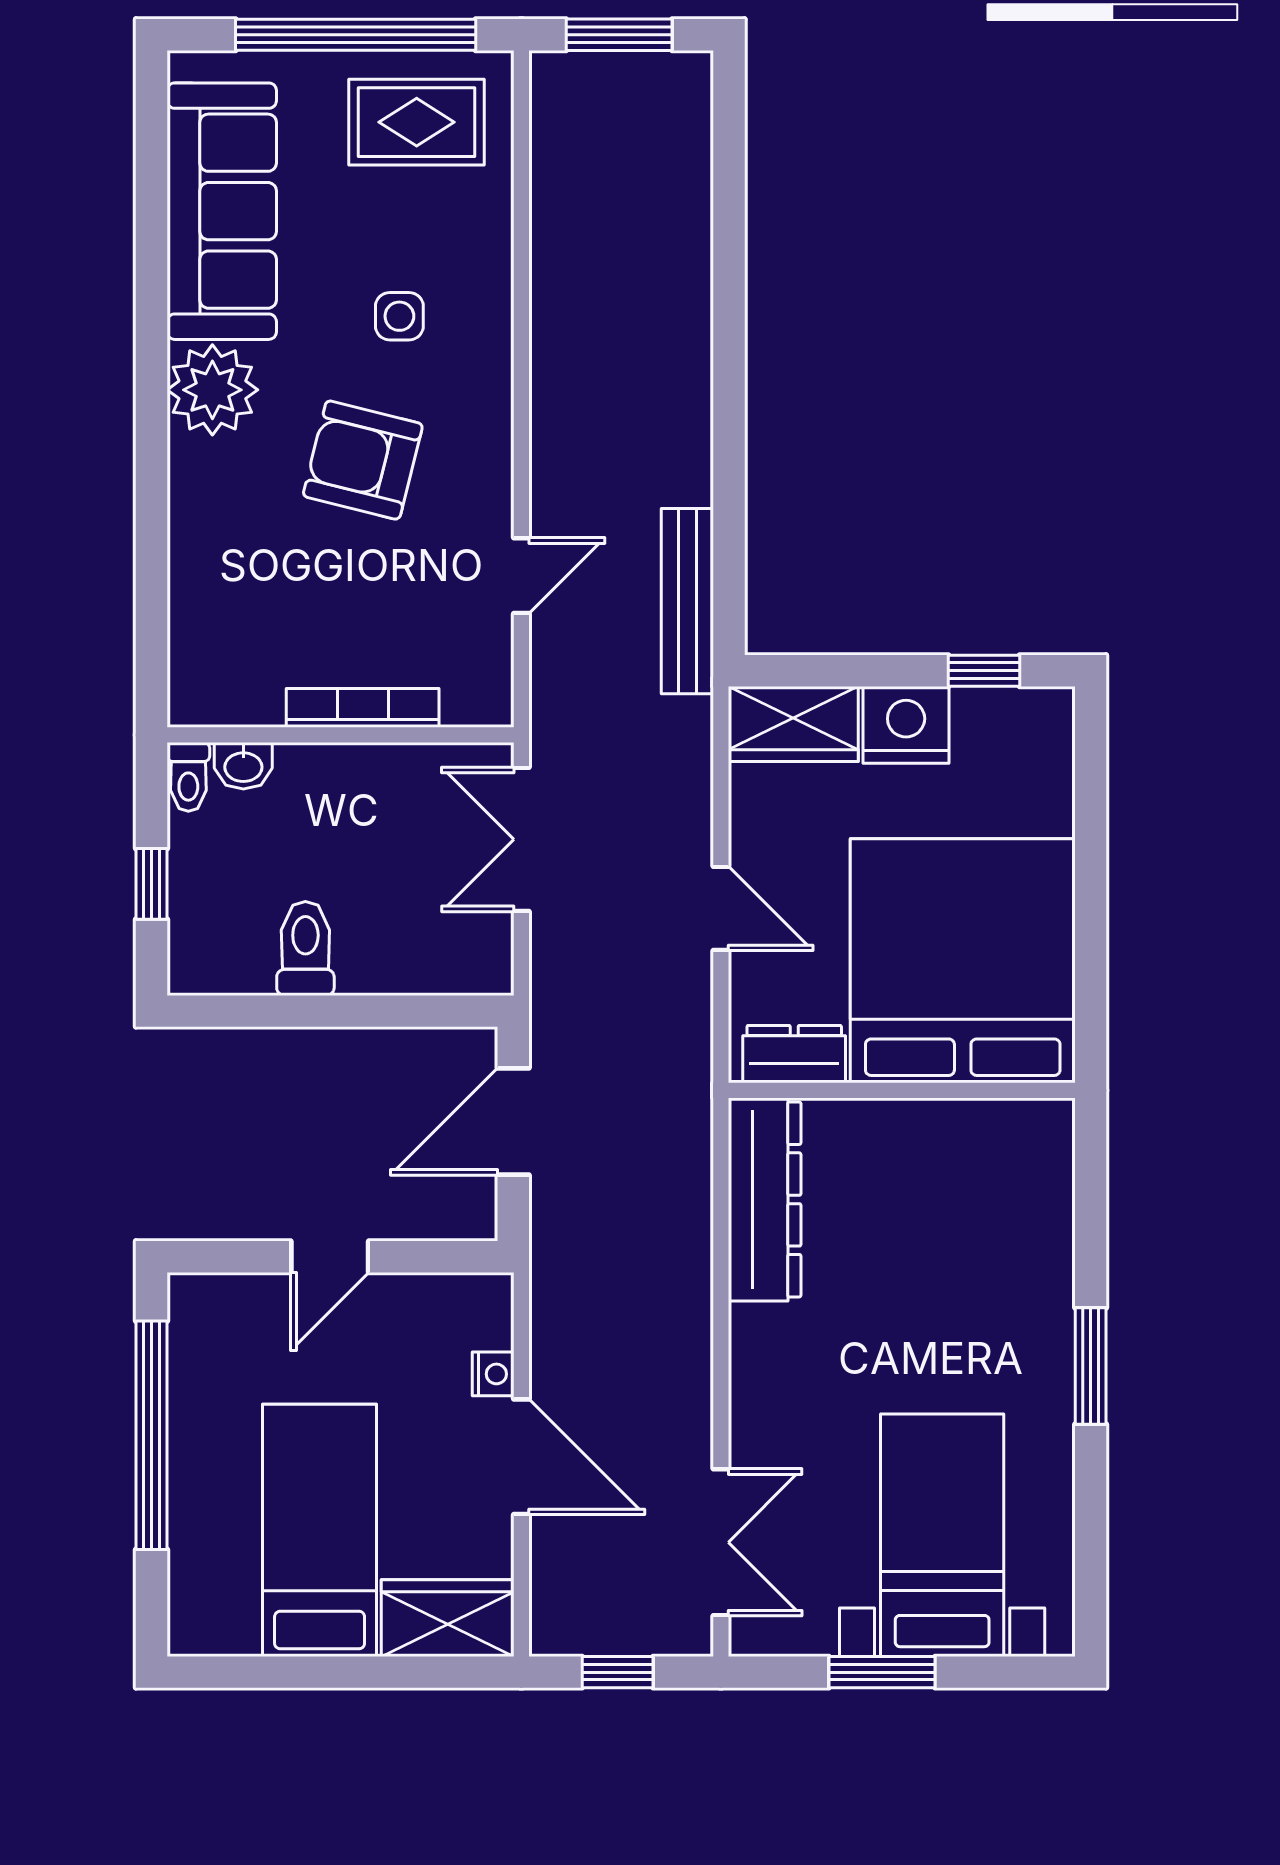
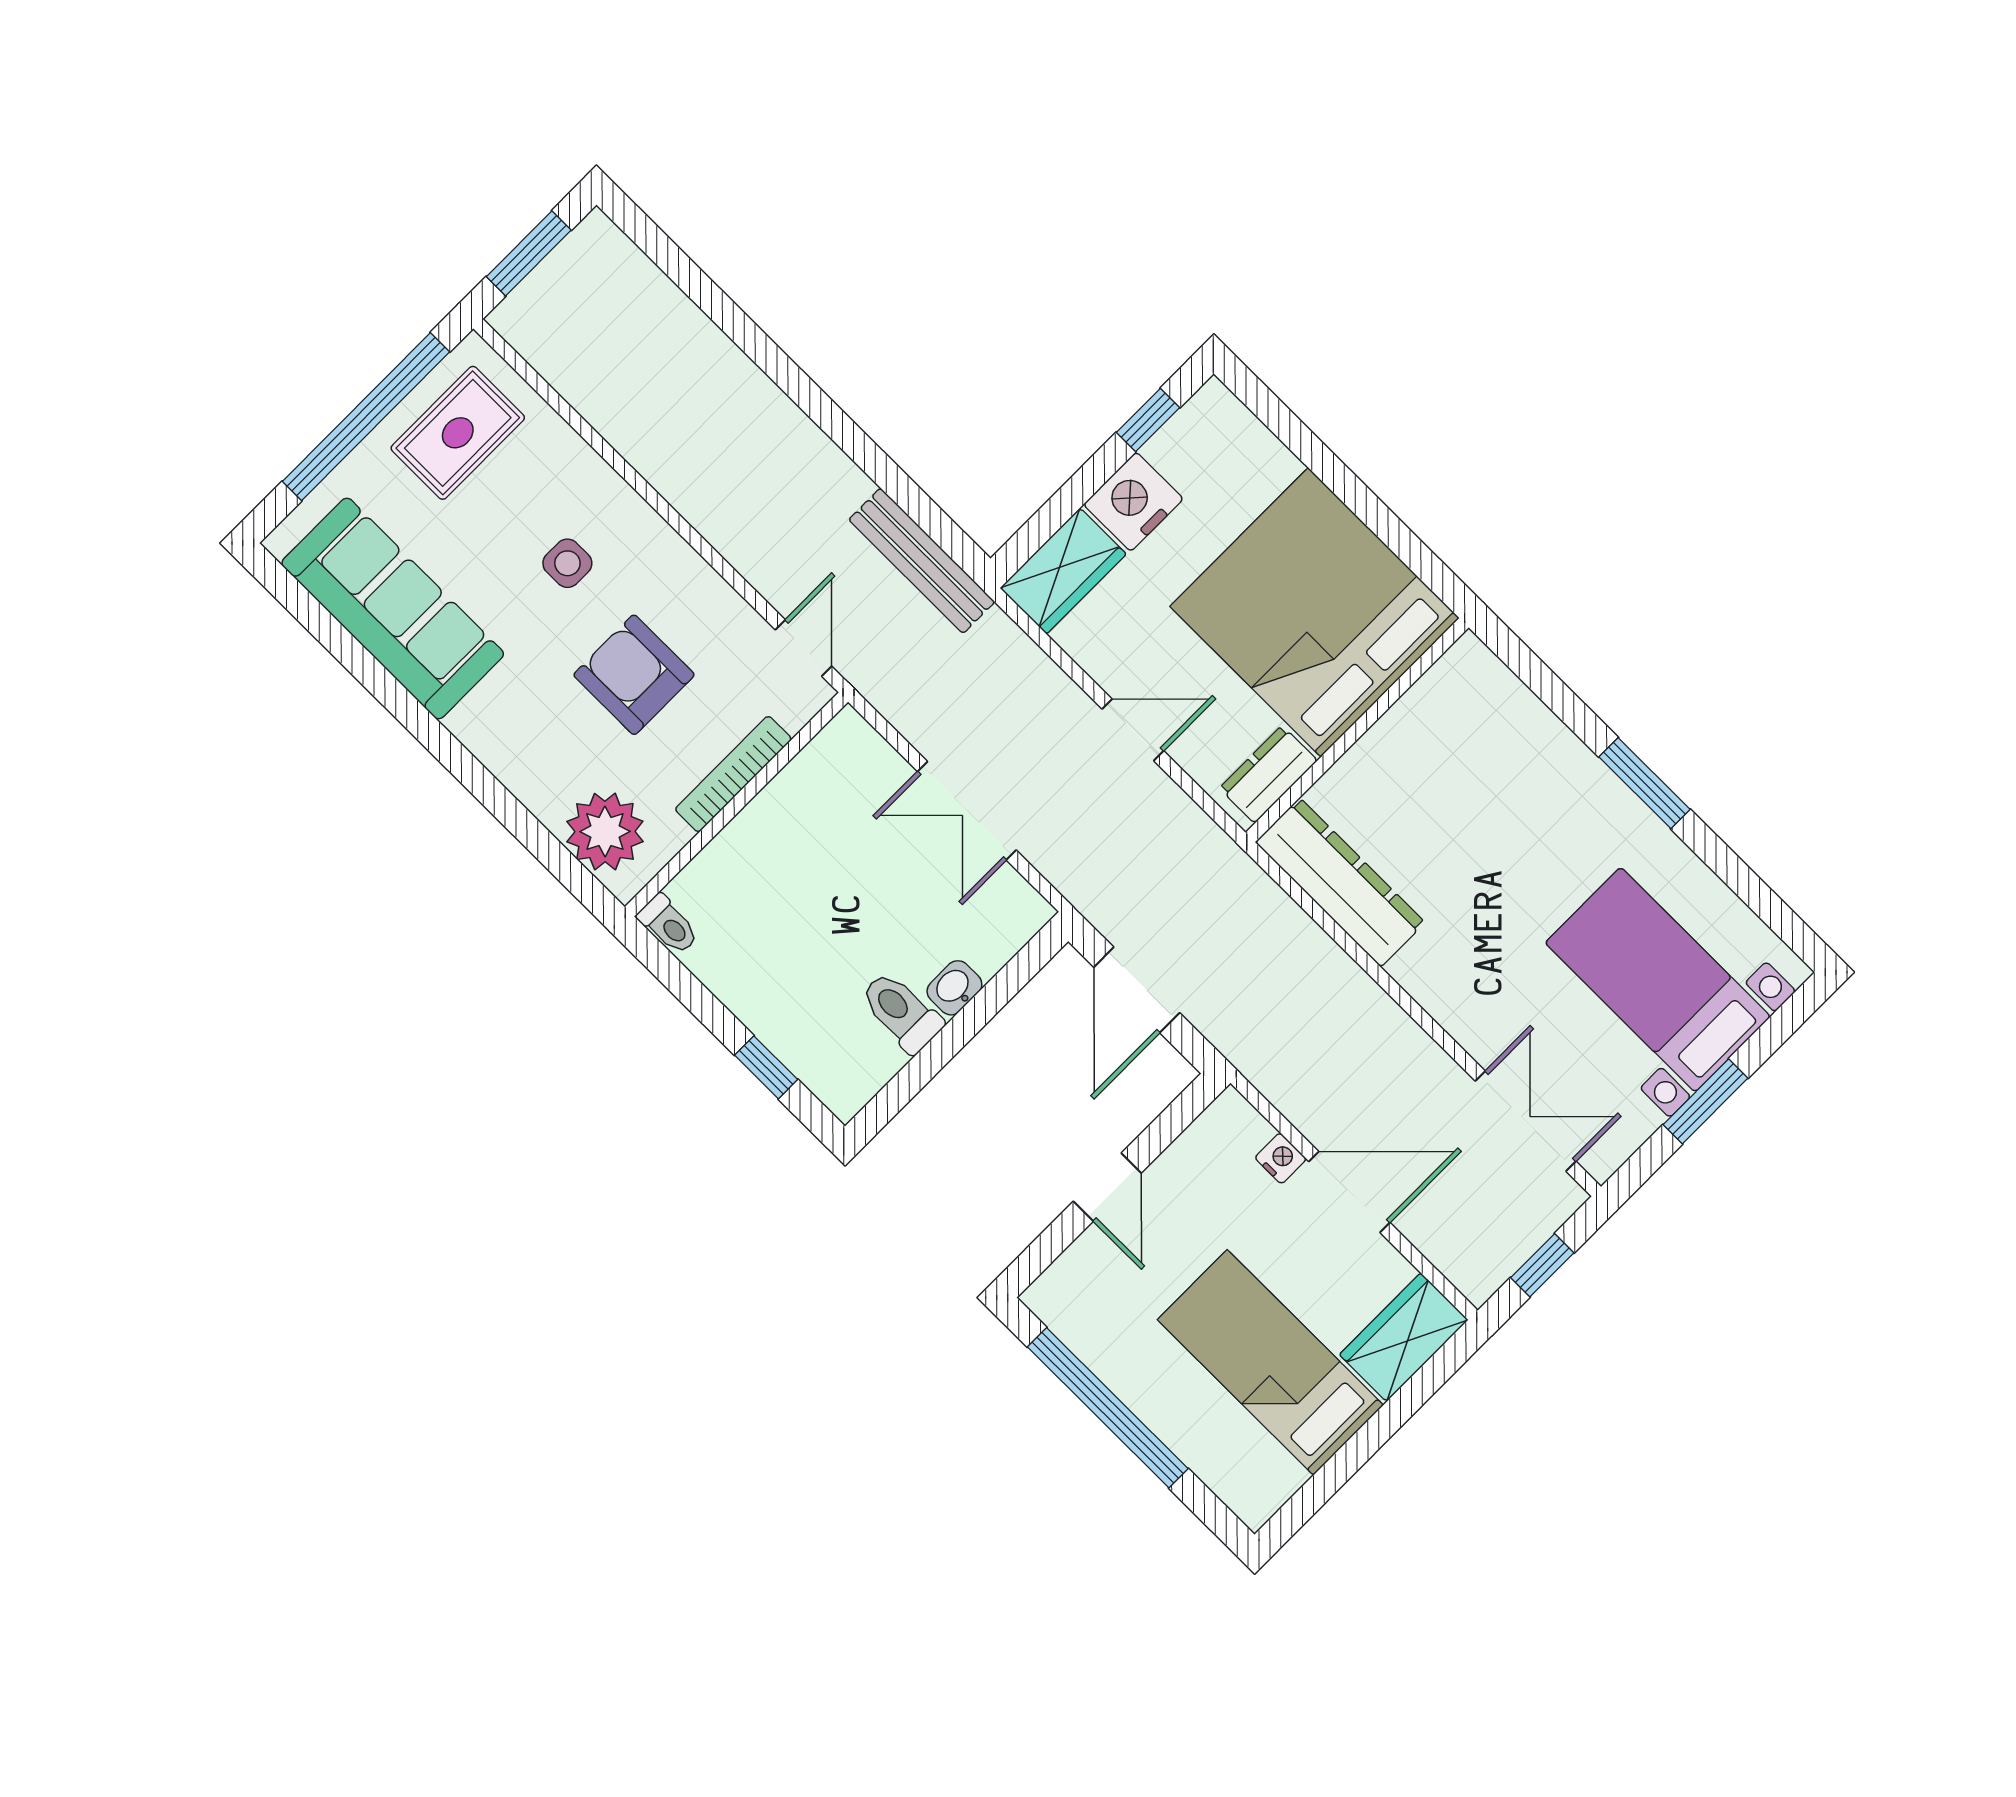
plant: (212, 390) -> (605, 832), moved
armchair: (363, 460) -> (634, 675), turned 76
bookcase: (363, 708) -> (733, 774), moved
wall: (340, 735) -> (736, 804), moved
washbasin: (243, 766) -> (954, 988), moved, turned 180
toilet: (188, 777) -> (668, 925), moved

